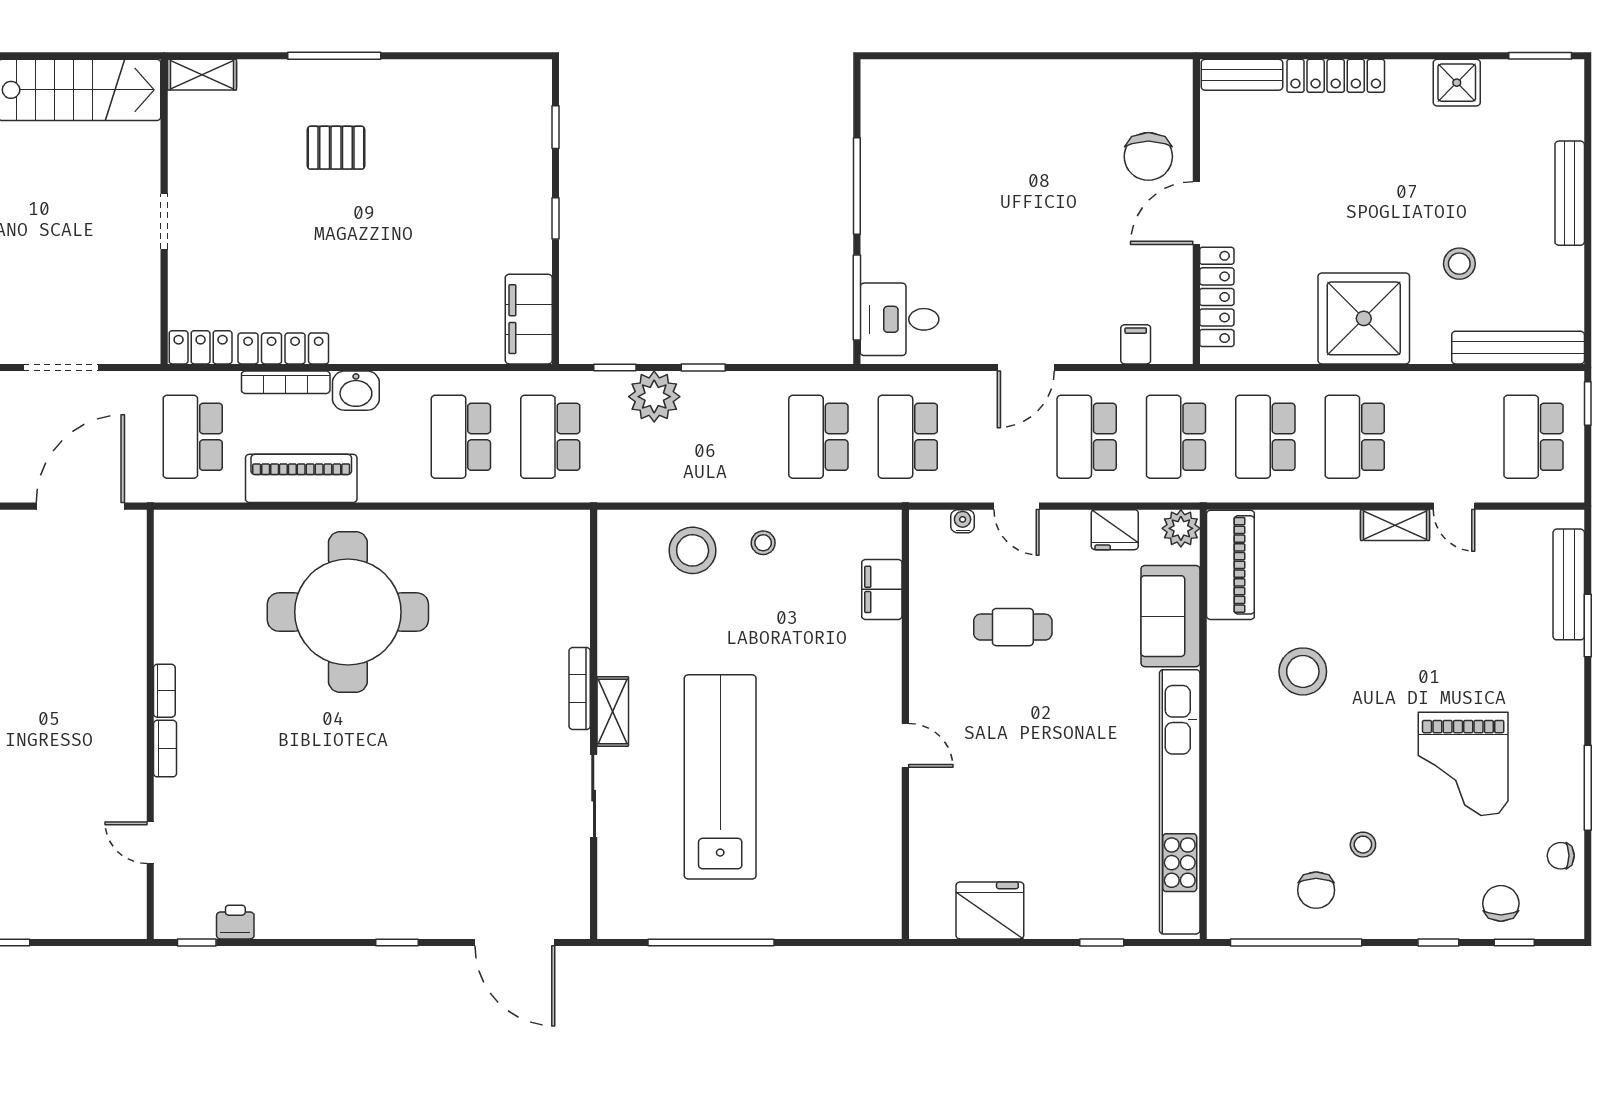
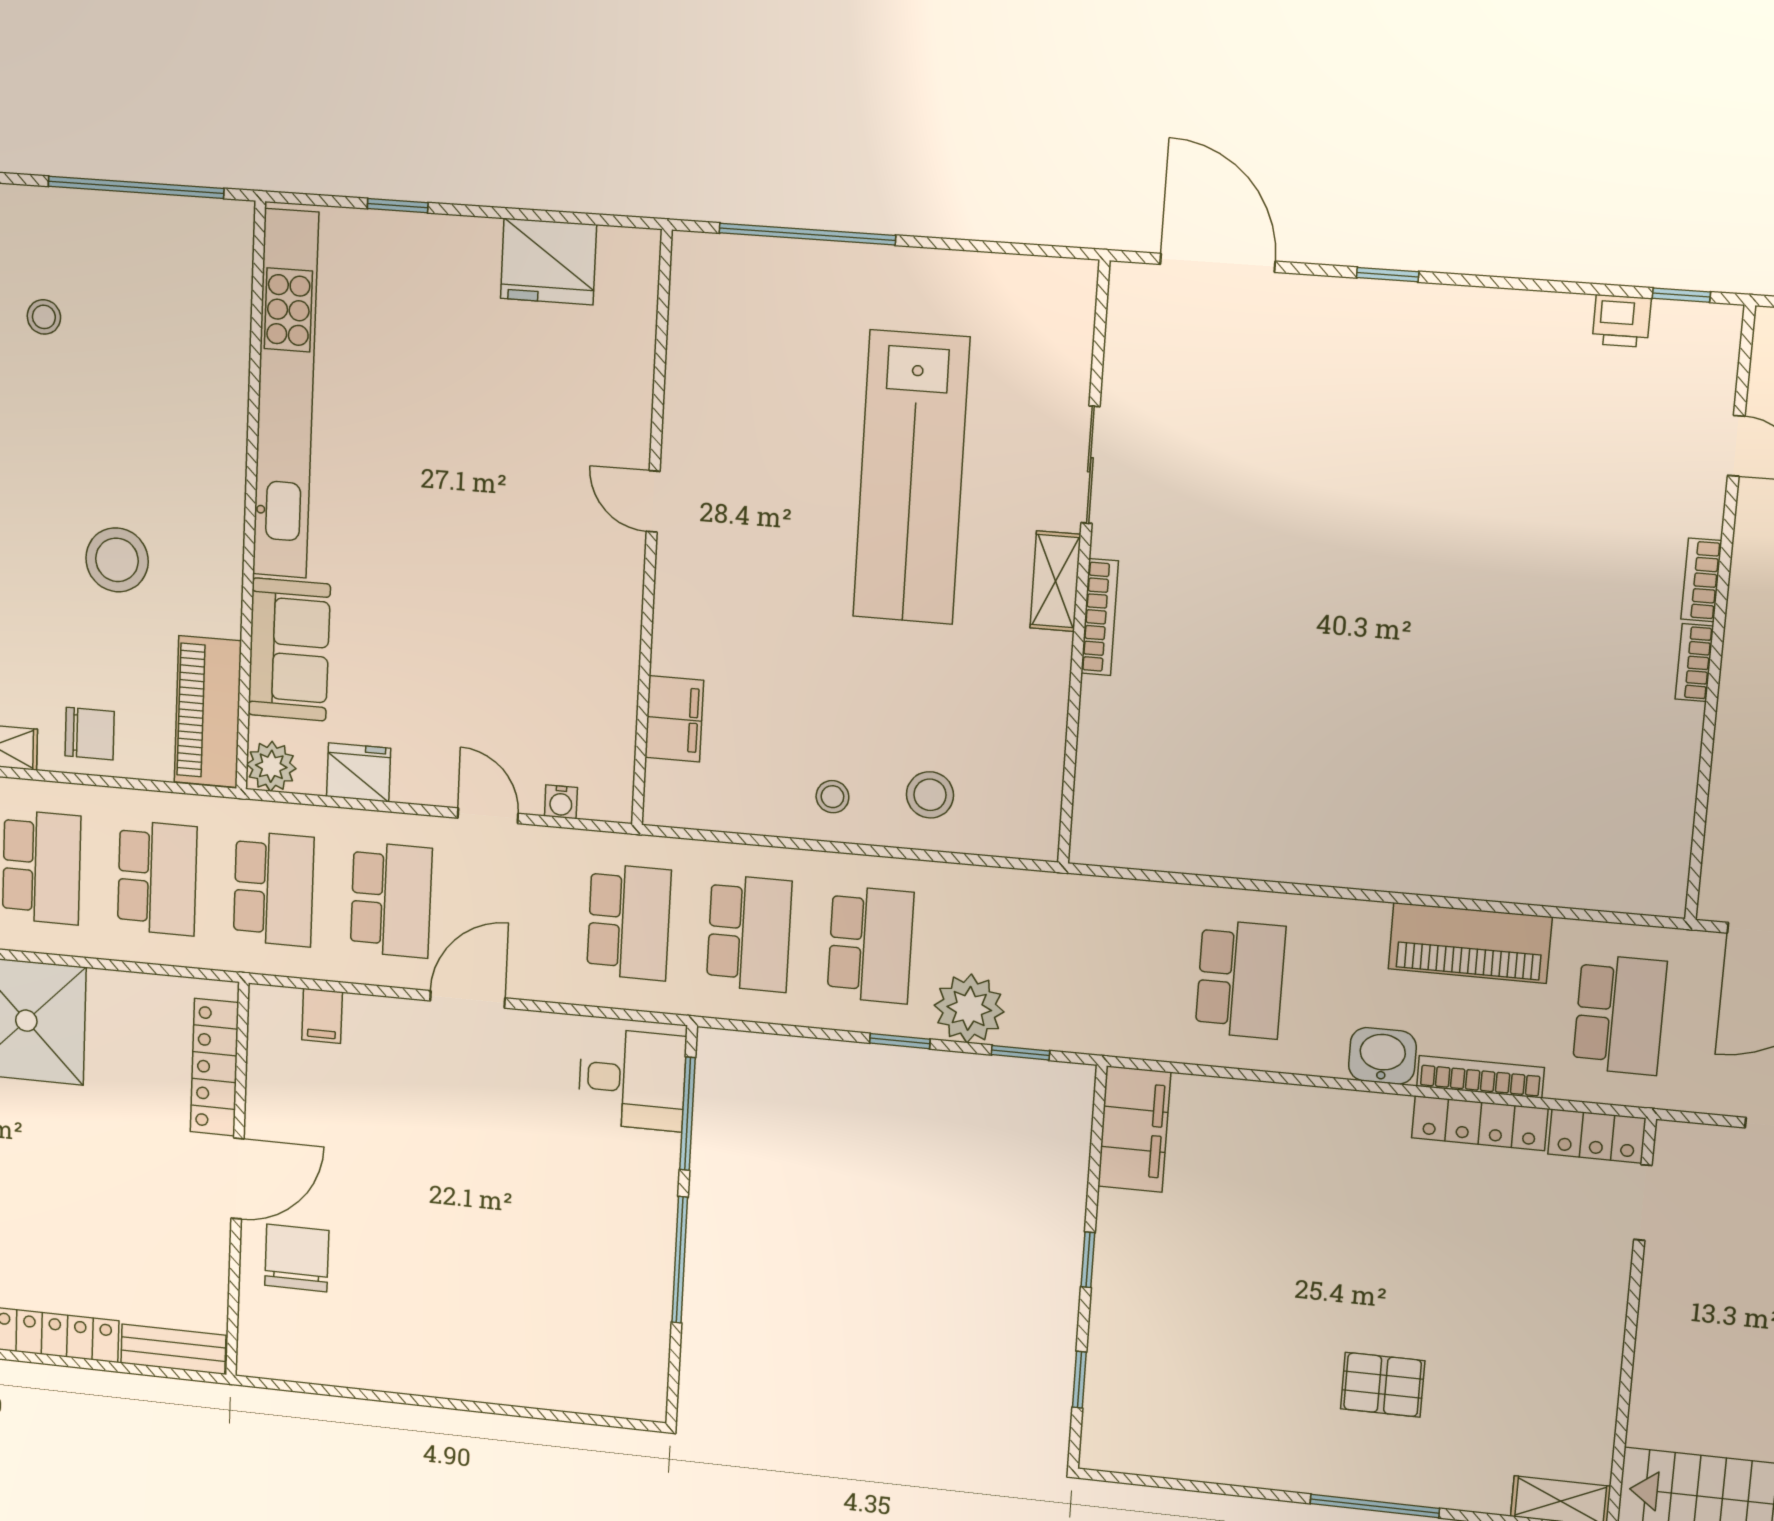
doorway: (164, 222) -> (1643, 1202), moved
school desk: (550, 437) -> (870, 945), moved
stool: (693, 550) -> (930, 795), width x0.73, depth x0.73
round table: (348, 612) -> (1419, 751), removed
cafe table: (1013, 627) -> (500, 652), removed
chair: (1316, 890) -> (90, 734), moved, turned 90
window: (711, 942) -> (807, 234), moved

